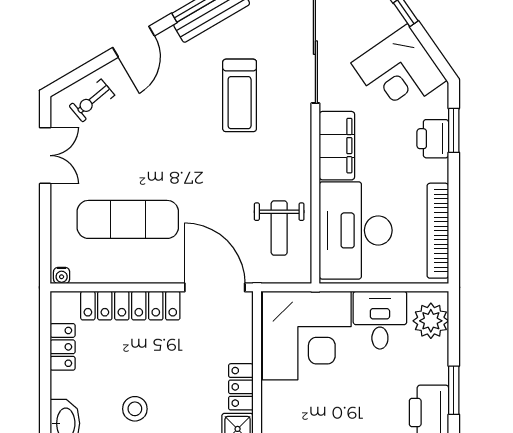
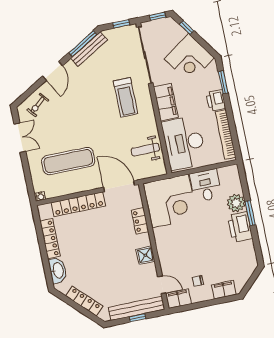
treadmill: (240, 95) -> (126, 97), moved
printer: (433, 139) -> (216, 100), moved
weight bench: (279, 228) -> (145, 150), turned 90
plant: (431, 321) -> (236, 203), moved
locker: (63, 347) -> (50, 239), width x1.53
locker: (241, 387) -> (140, 221), moved
stool: (135, 409) -> (92, 256), removed

